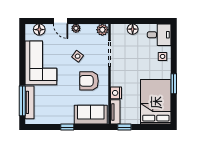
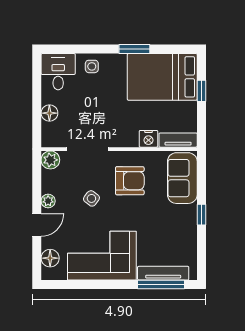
armchair: (89, 81) -> (130, 181), turned -90
window: (124, 127) -> (201, 91), moved

